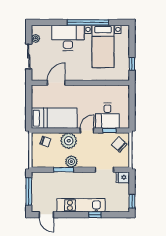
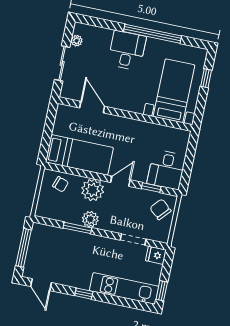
desk: (68, 38) -> (127, 50), width x0.73
bed with nightstands: (103, 46) -> (174, 91), moved, turned 180
window: (132, 64) -> (206, 78), moved
door: (56, 83) -> (92, 107), hinge flipped
desk: (107, 116) -> (166, 170), moved
kitchen unit: (81, 205) -> (124, 288), moved
window: (95, 215) -> (84, 294), moved

